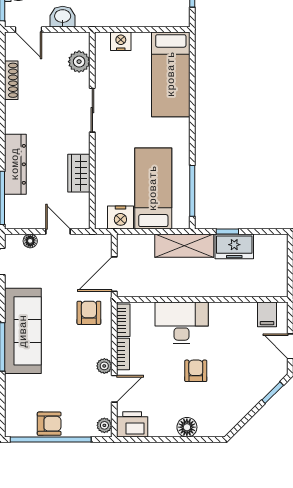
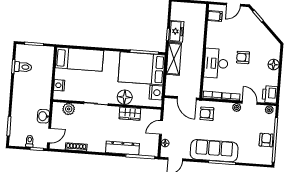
floor lamp: (108, 162) -> (125, 97), added
bed: (153, 188) -> (142, 68), width x1.50

